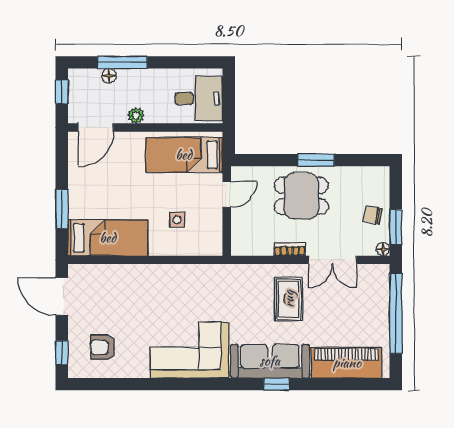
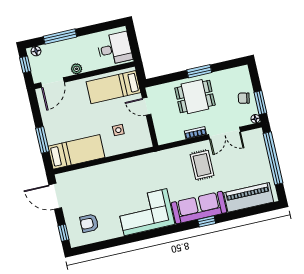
floor lamp: (109, 76) -> (36, 51), moved
door: (227, 194) -> (147, 106), swing flipped

